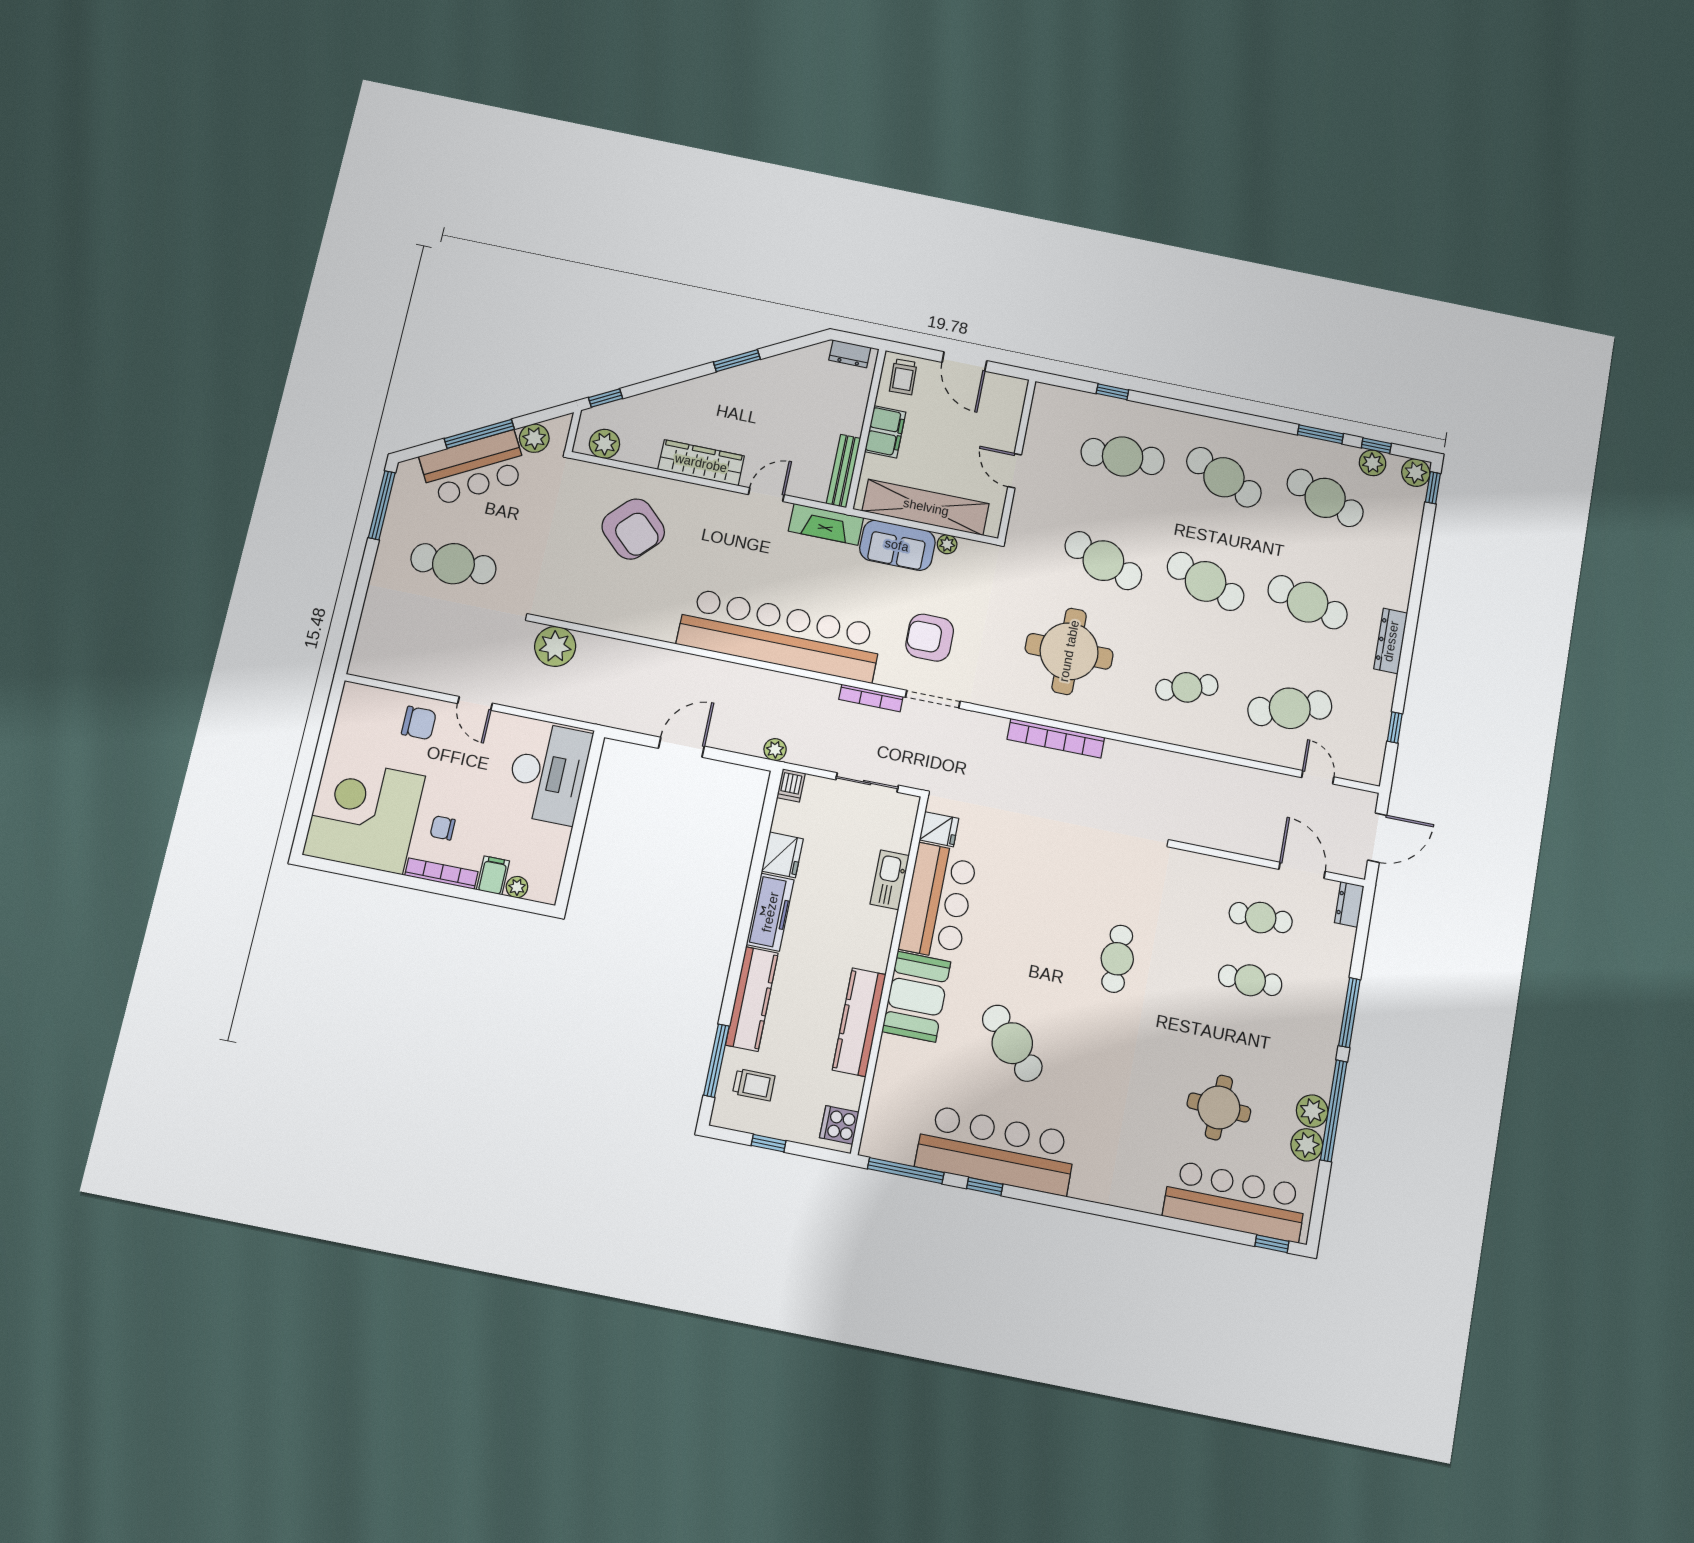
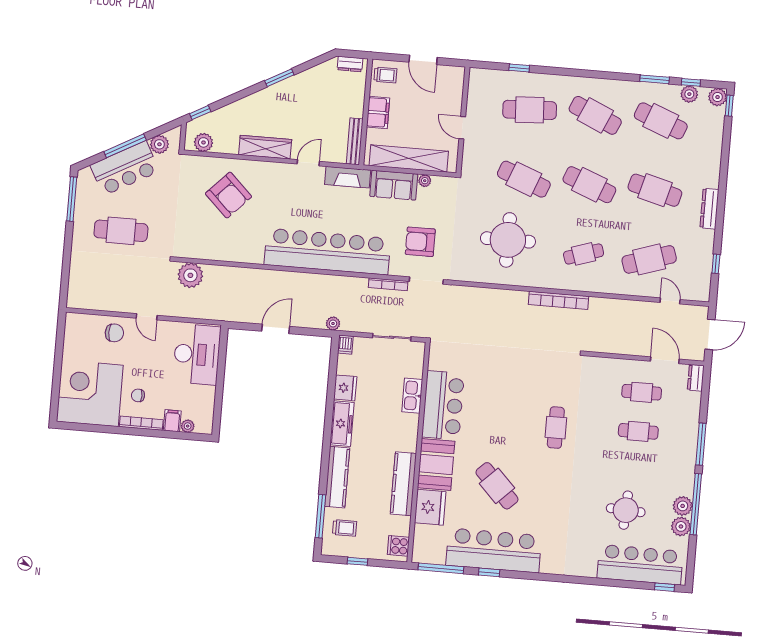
trolley: (903, 377) -> (385, 75), turned -88
bookcase: (1056, 738) -> (558, 300), moved
fridge: (939, 829) -> (430, 507), moved, width x1.88, depth x1.34

